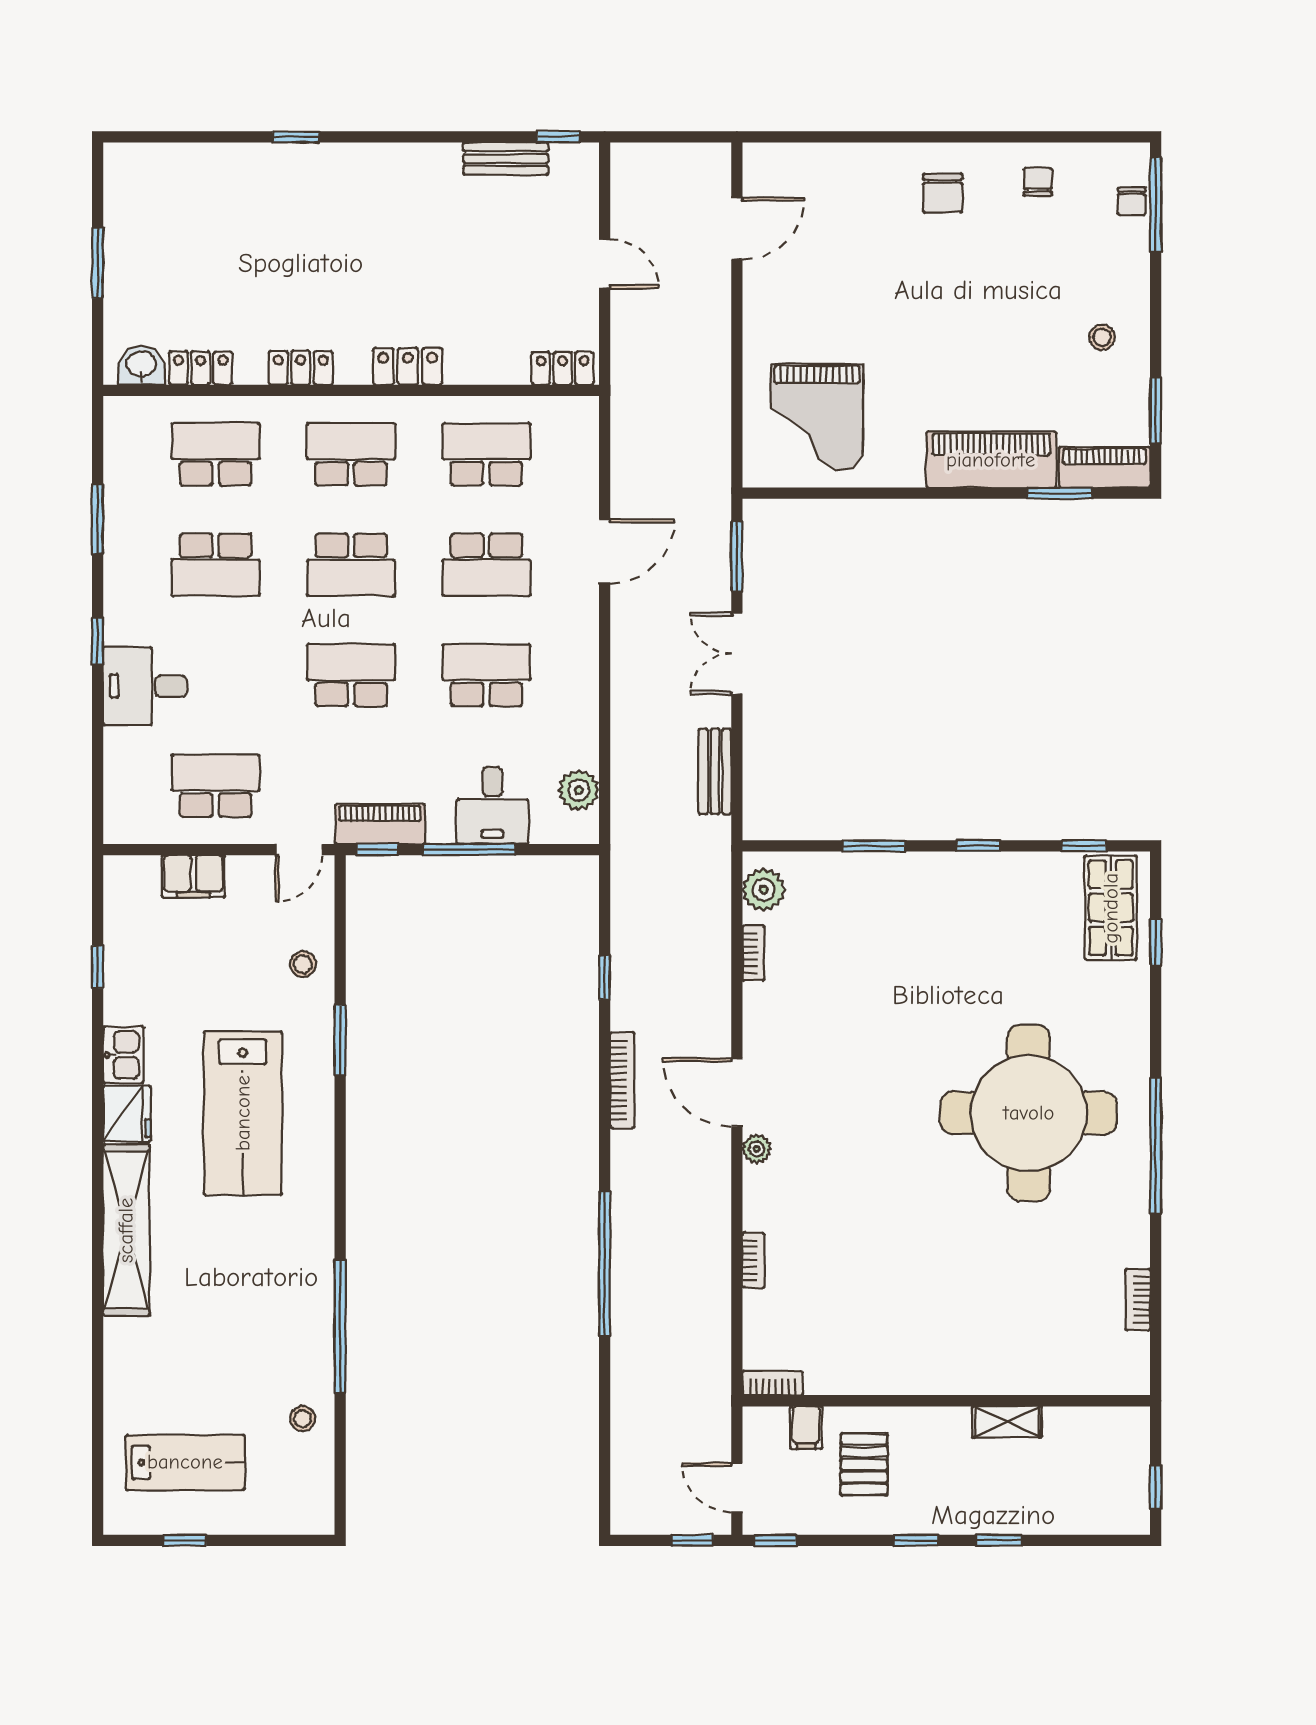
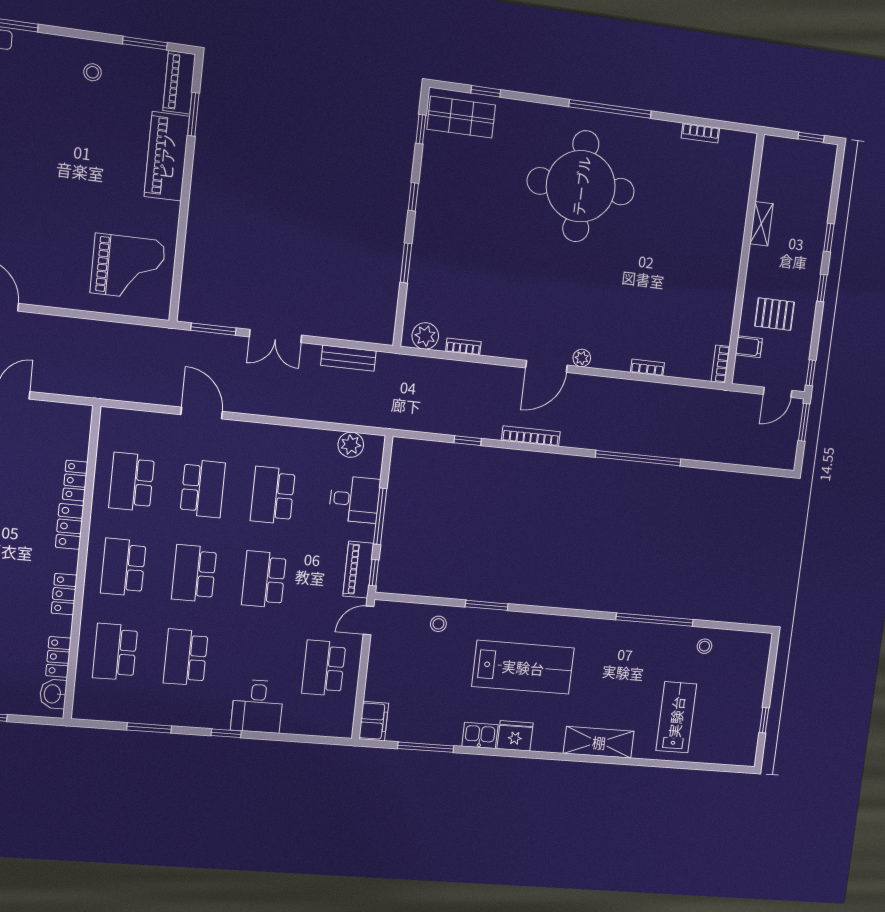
locker: (563, 368) -> (75, 481), moved
school desk: (216, 565) -> (186, 657), turned 180
school desk: (351, 565) -> (194, 573), turned 180
door: (299, 850) -> (369, 620), swing flipped
filing cabinet: (193, 876) -> (374, 721), moved
window: (98, 967) -> (426, 747), width x2.17
shelving: (126, 1230) -> (599, 742), width x0.68
lab bench: (185, 1462) -> (676, 717), moved
window: (692, 1540) -> (804, 422), width x1.50

